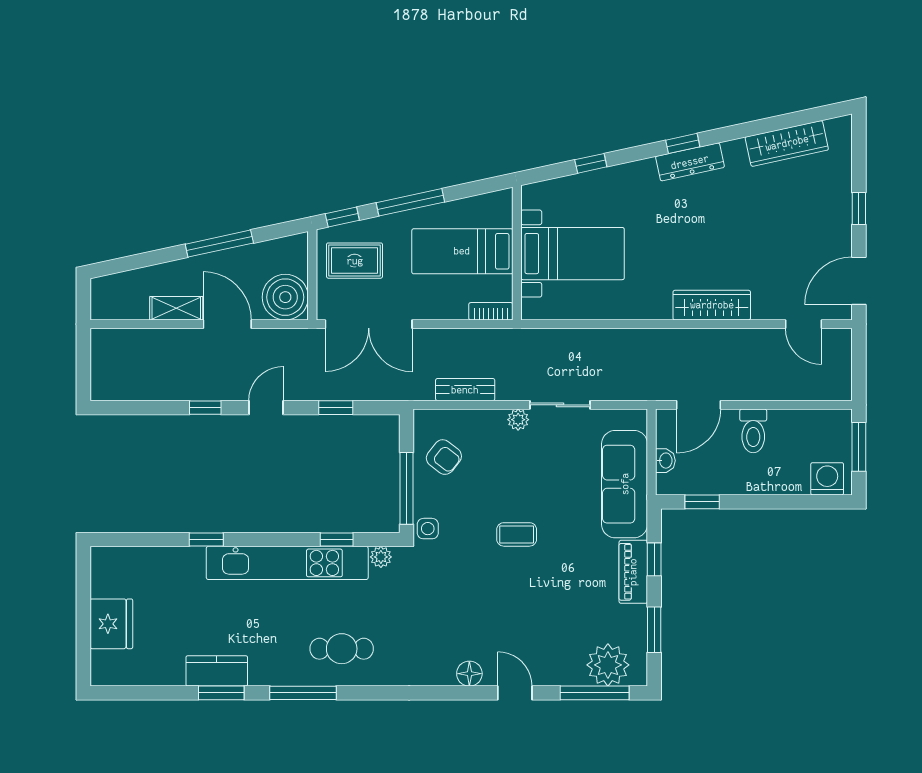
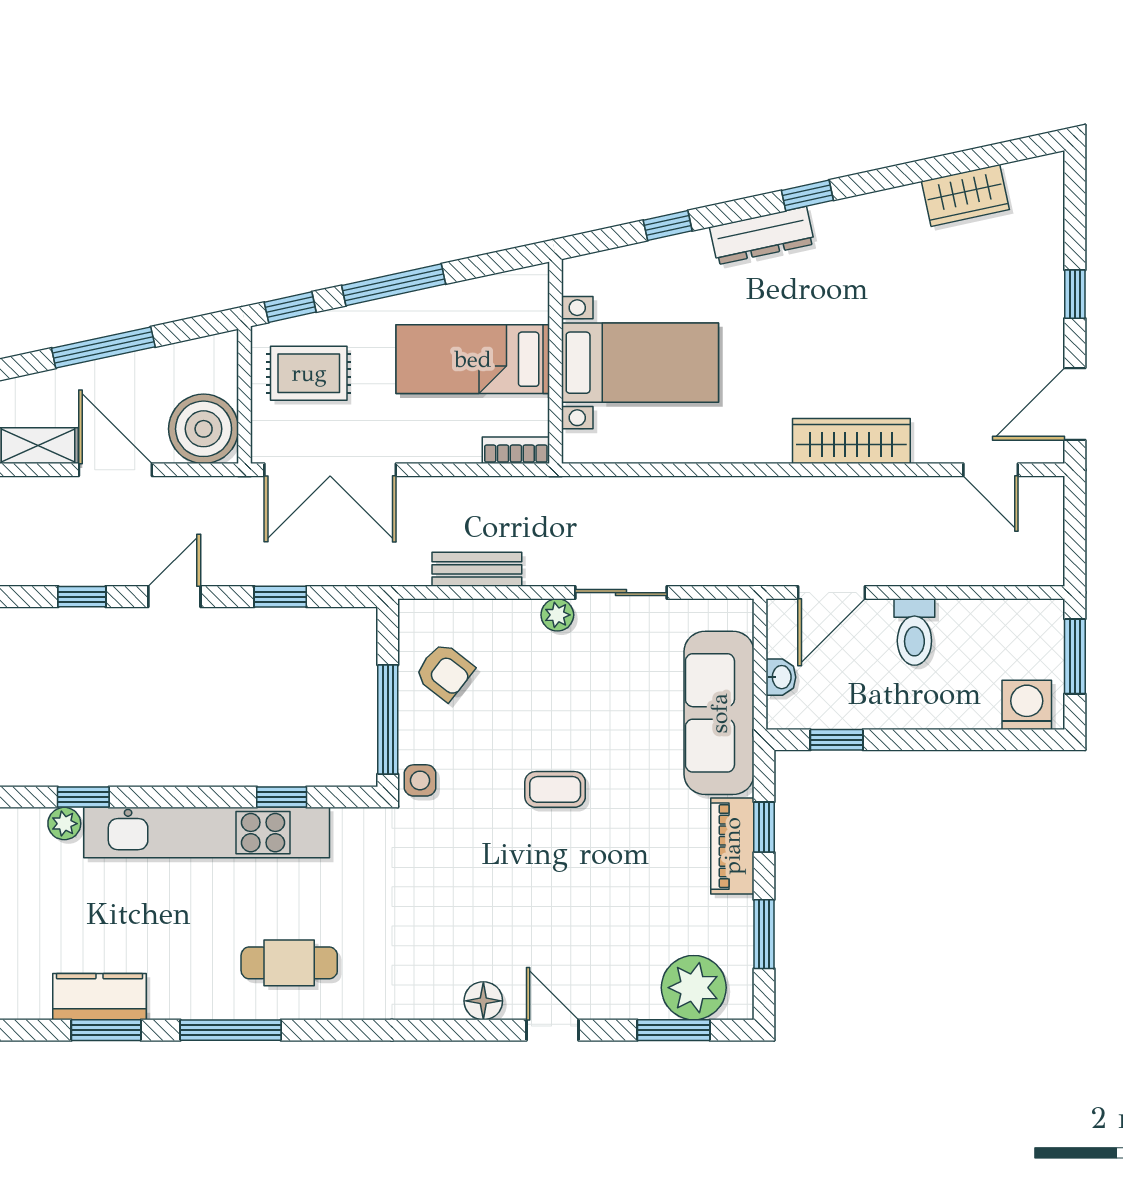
wardrobe: (787, 143) -> (965, 195), width x0.67
dresser: (690, 162) -> (762, 236), moved
plant: (381, 557) -> (64, 824), moved
window: (595, 693) -> (674, 1030), width x0.69

